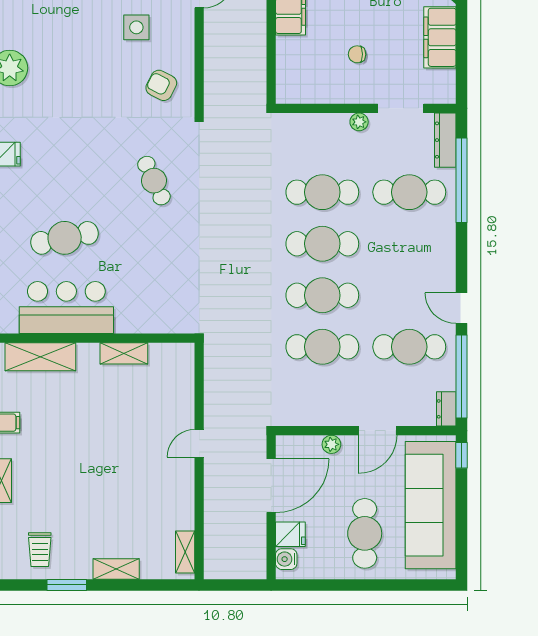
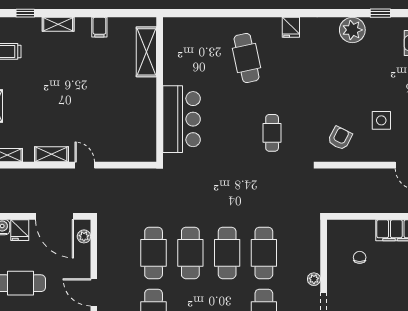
chair: (357, 54) -> (360, 257), moved
cafe table: (154, 181) -> (272, 133), turned -65
cafe table: (65, 238) -> (247, 58), moved
bar counter: (66, 308) -> (182, 119), moved
shelving: (124, 353) -> (51, 154), moved, turned 90
plant: (331, 444) -> (84, 236), moved

